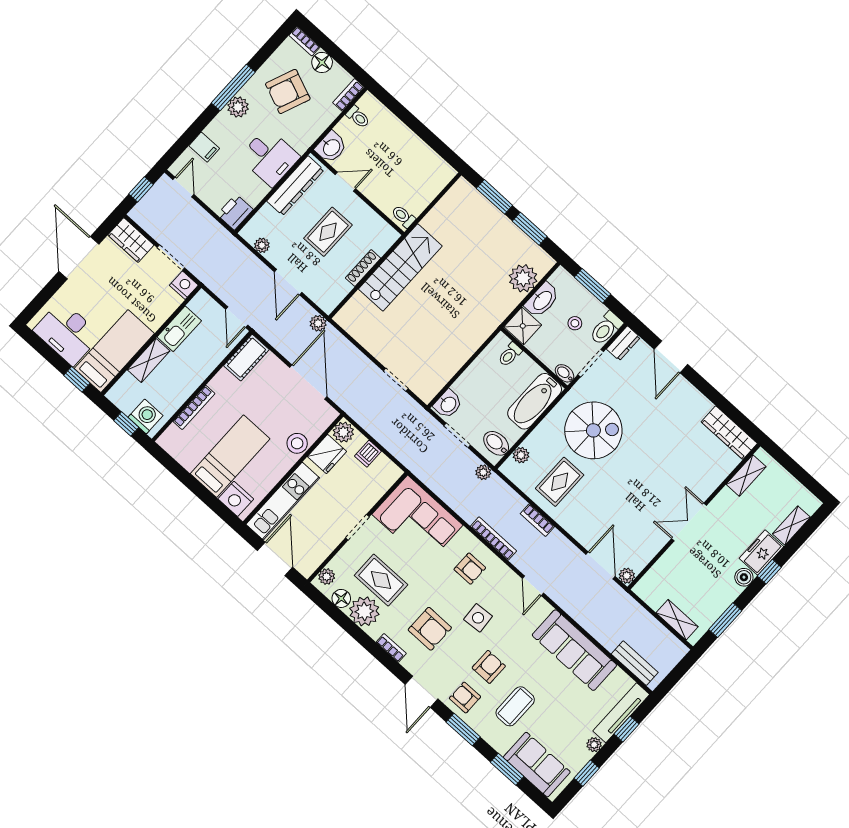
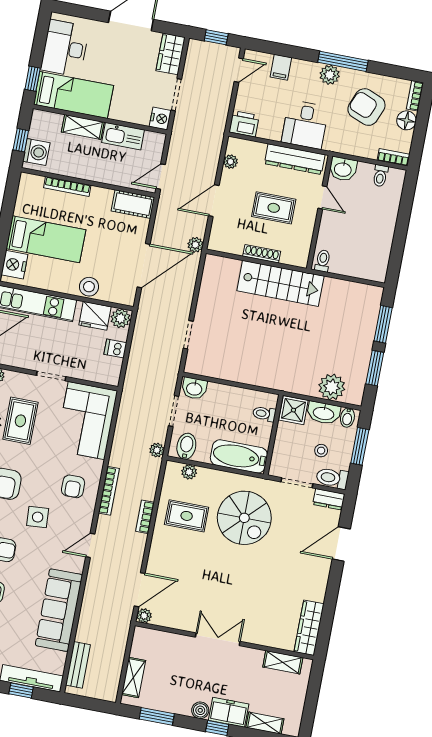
bidet: (565, 373) -> (347, 418), moved, turned 180

